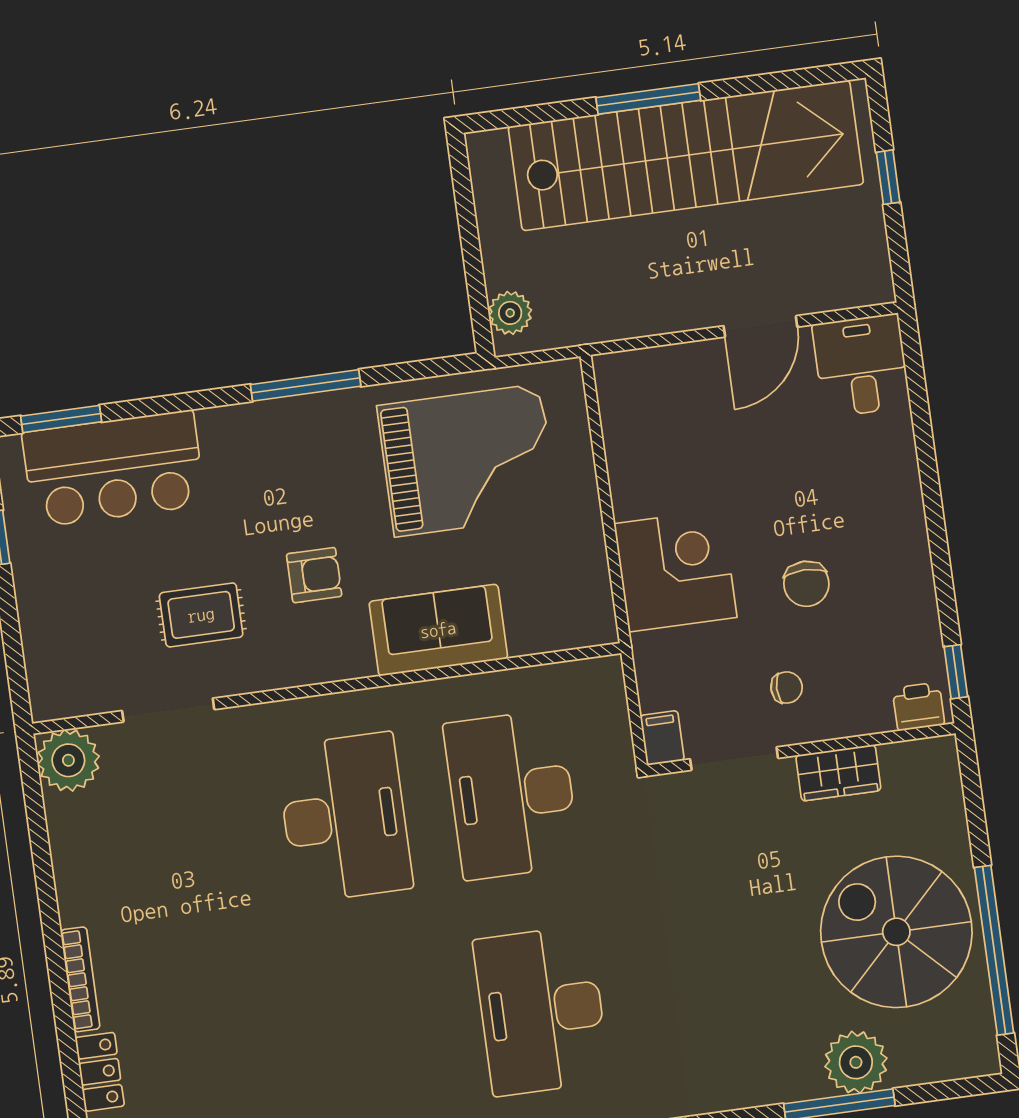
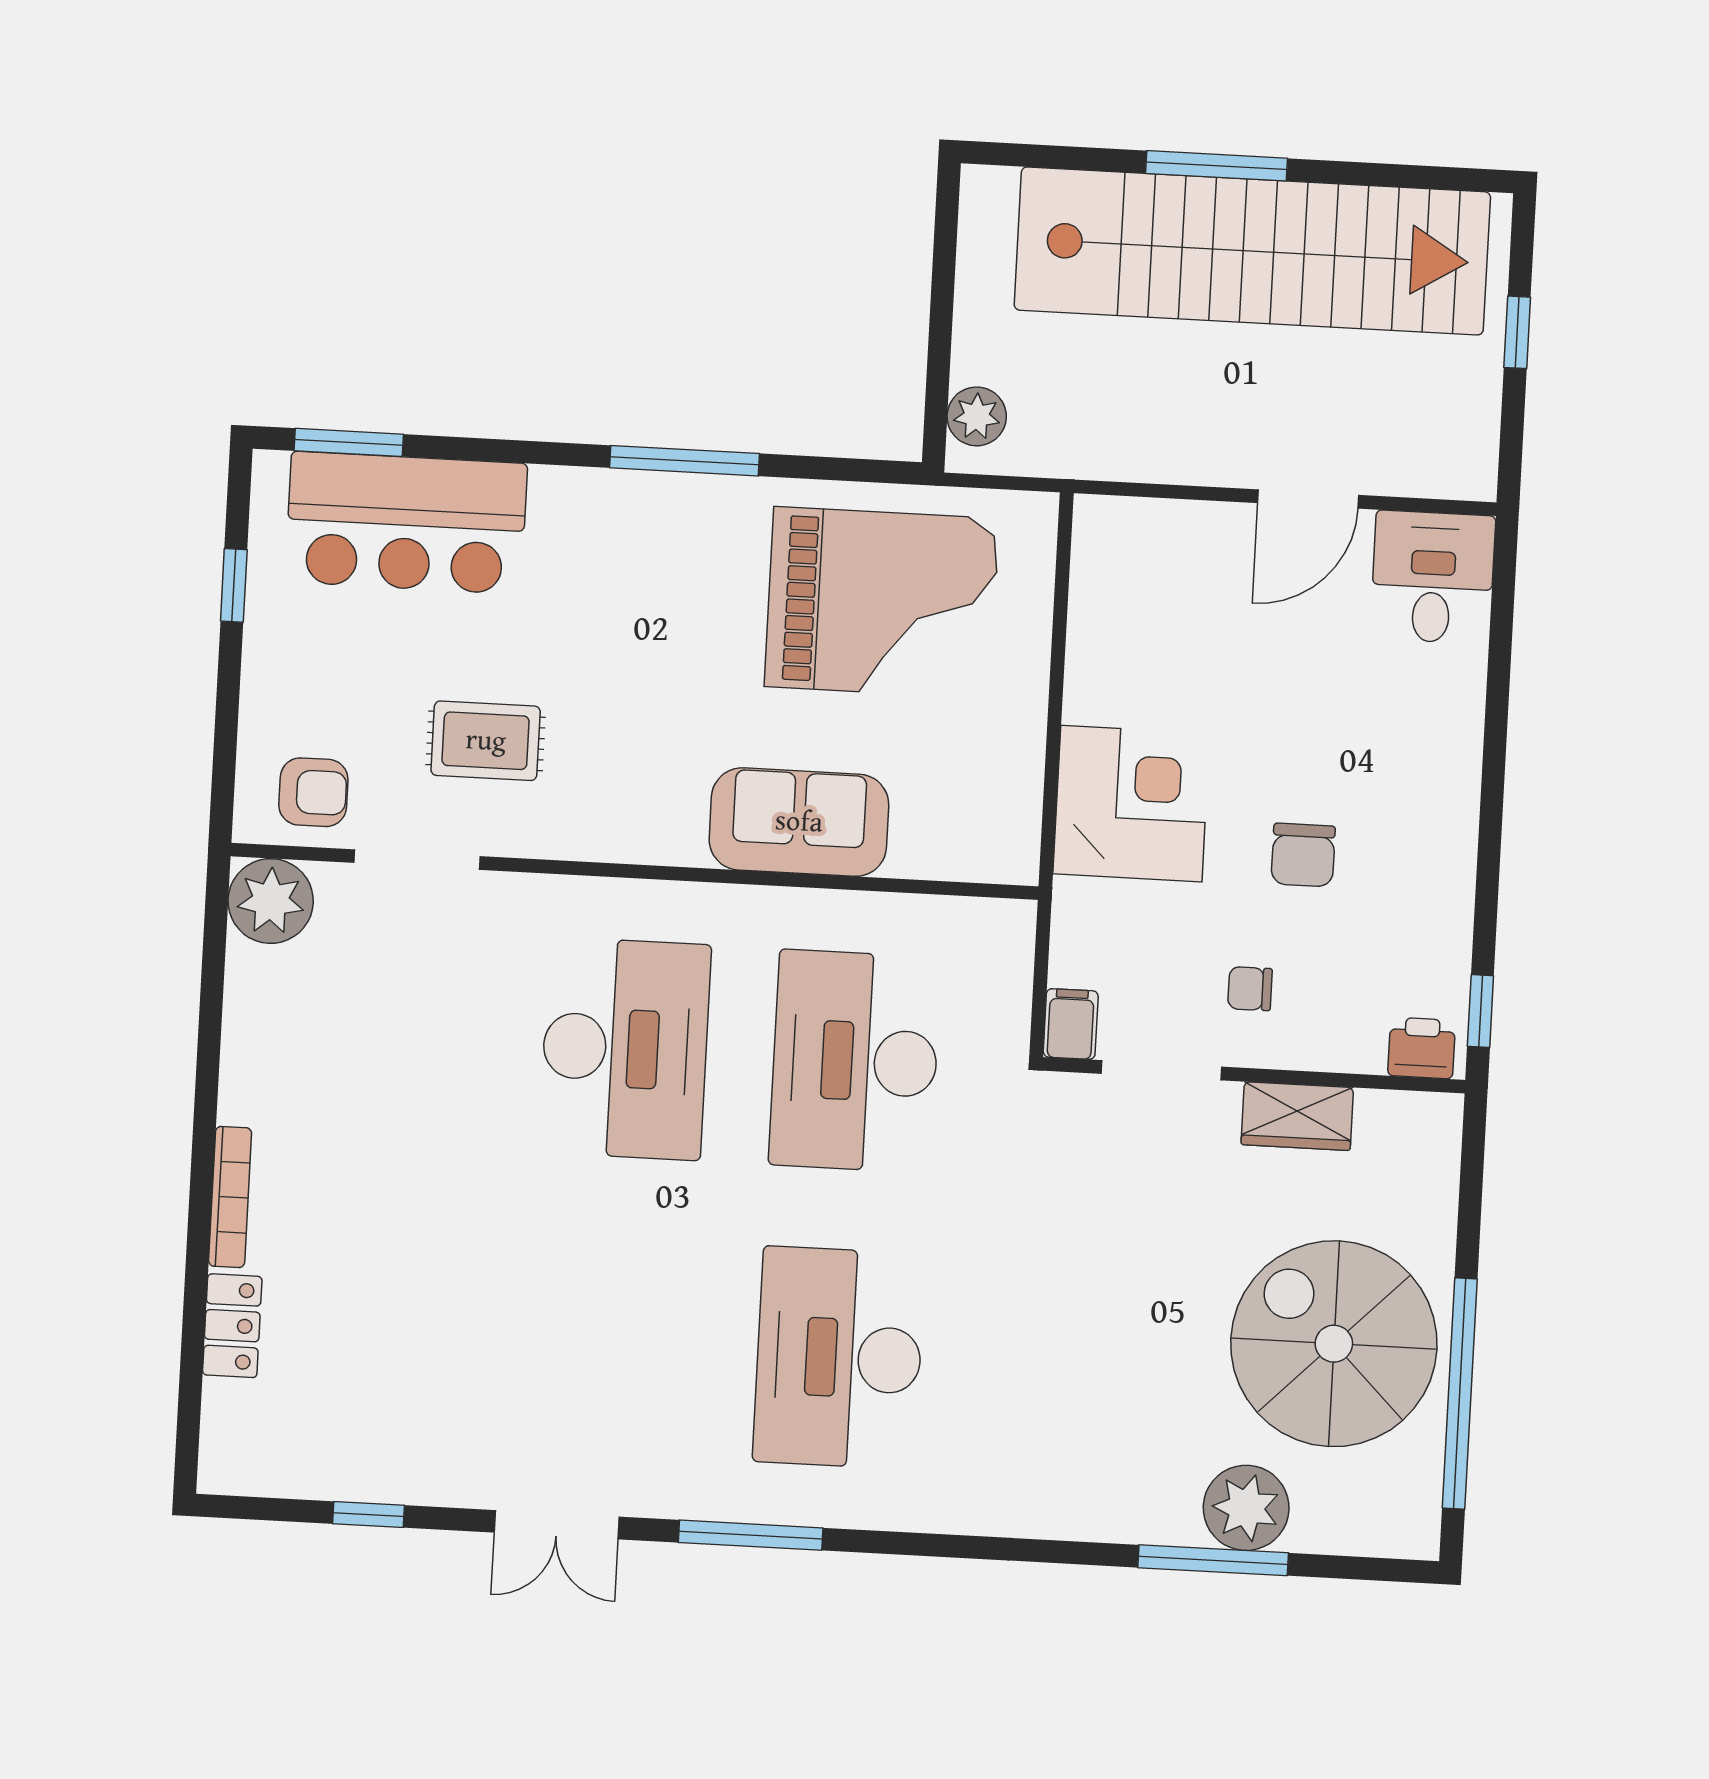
armchair: (314, 575) -> (313, 792), moved
chair: (787, 688) -> (1250, 989), turned 180

